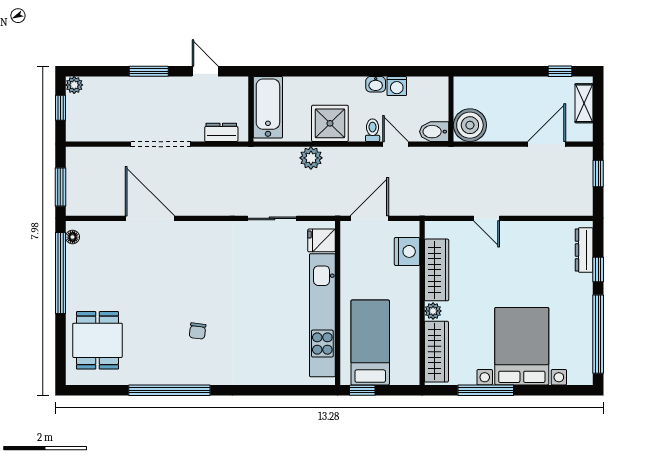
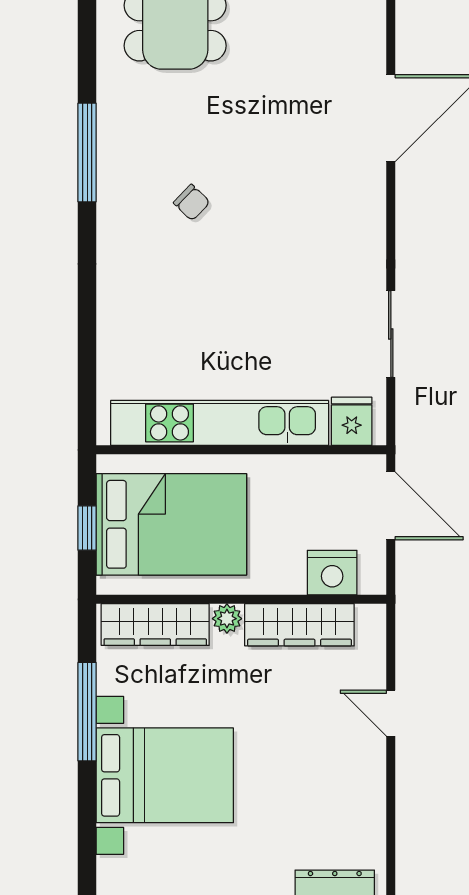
door: (487, 218) -> (391, 713), hinge flipped
chair: (198, 331) -> (192, 202), turned -143
bed: (370, 342) -> (171, 524), width x1.50
window: (169, 390) -> (87, 153), width x0.68
window: (362, 390) -> (87, 528), moved

